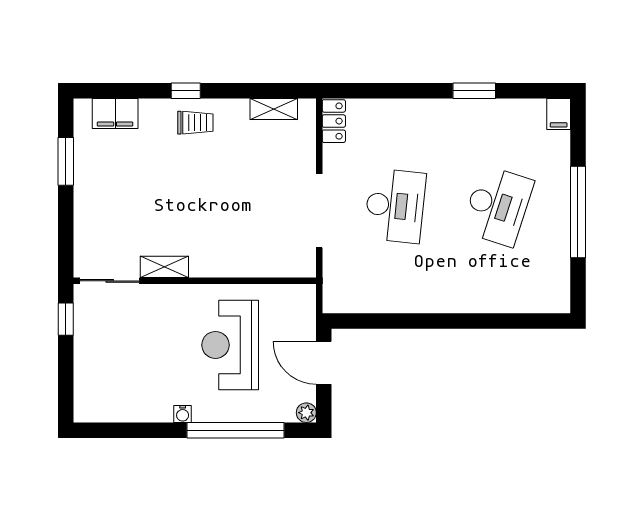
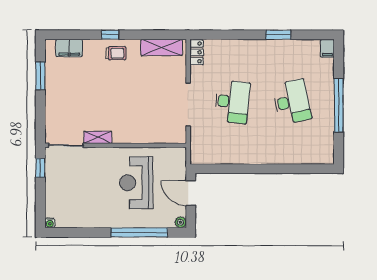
shelving: (274, 109) -> (162, 47), width x1.50, depth x1.33
desk: (498, 206) -> (292, 102), turned -30
water cooler: (183, 414) -> (50, 223), moved

